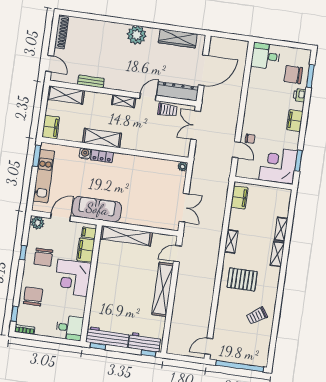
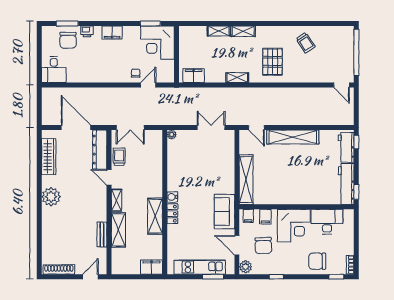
shelving: (66, 95) -> (118, 230), moved
water cooler: (85, 153) -> (172, 197), moved
window: (37, 156) -> (213, 277), moved
sofa: (97, 209) -> (224, 212), width x0.73
filing cabinet: (86, 250) -> (265, 217), width x0.50
chair: (43, 257) -> (263, 246), moved, turned 88
desk: (70, 328) -> (327, 222), moved, width x1.37

